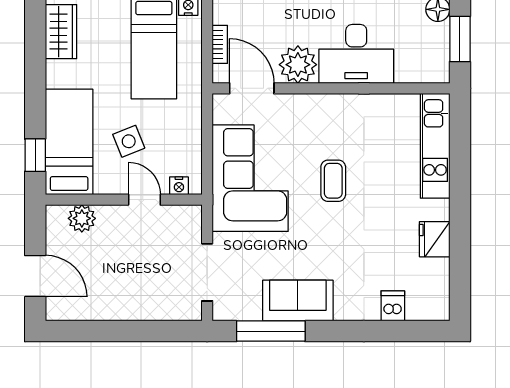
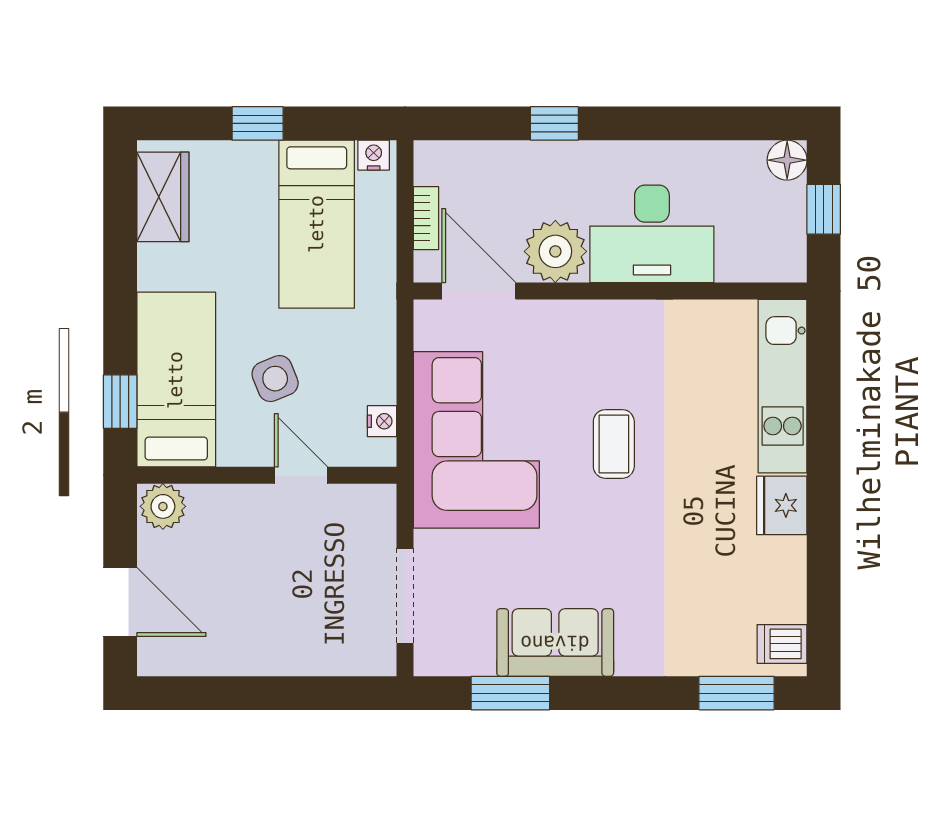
window: (460, 39) -> (824, 209), width x0.67
nightstand: (179, 186) -> (382, 421), moved, turned -90
plant: (82, 218) -> (163, 506), moved
fridge: (435, 239) -> (782, 505), moved
dishwasher: (393, 306) -> (782, 644), moved, turned -90
window: (271, 331) -> (510, 693), width x0.69
window: (407, 331) -> (736, 693), added

